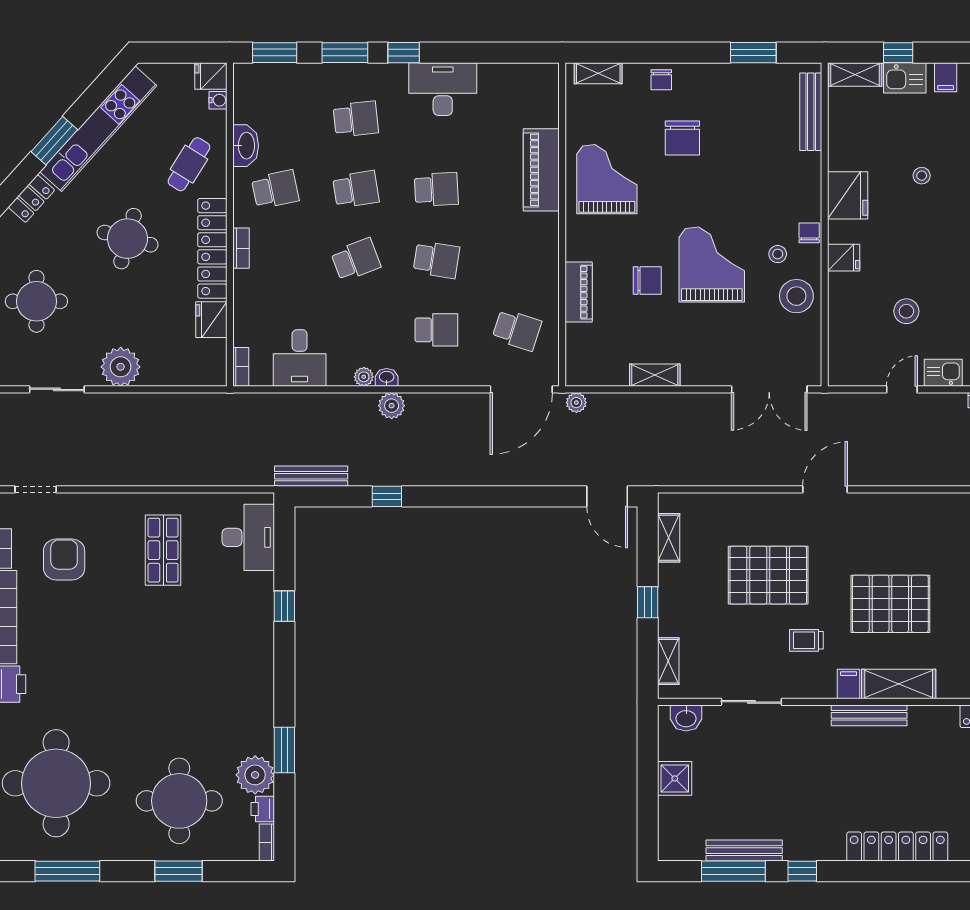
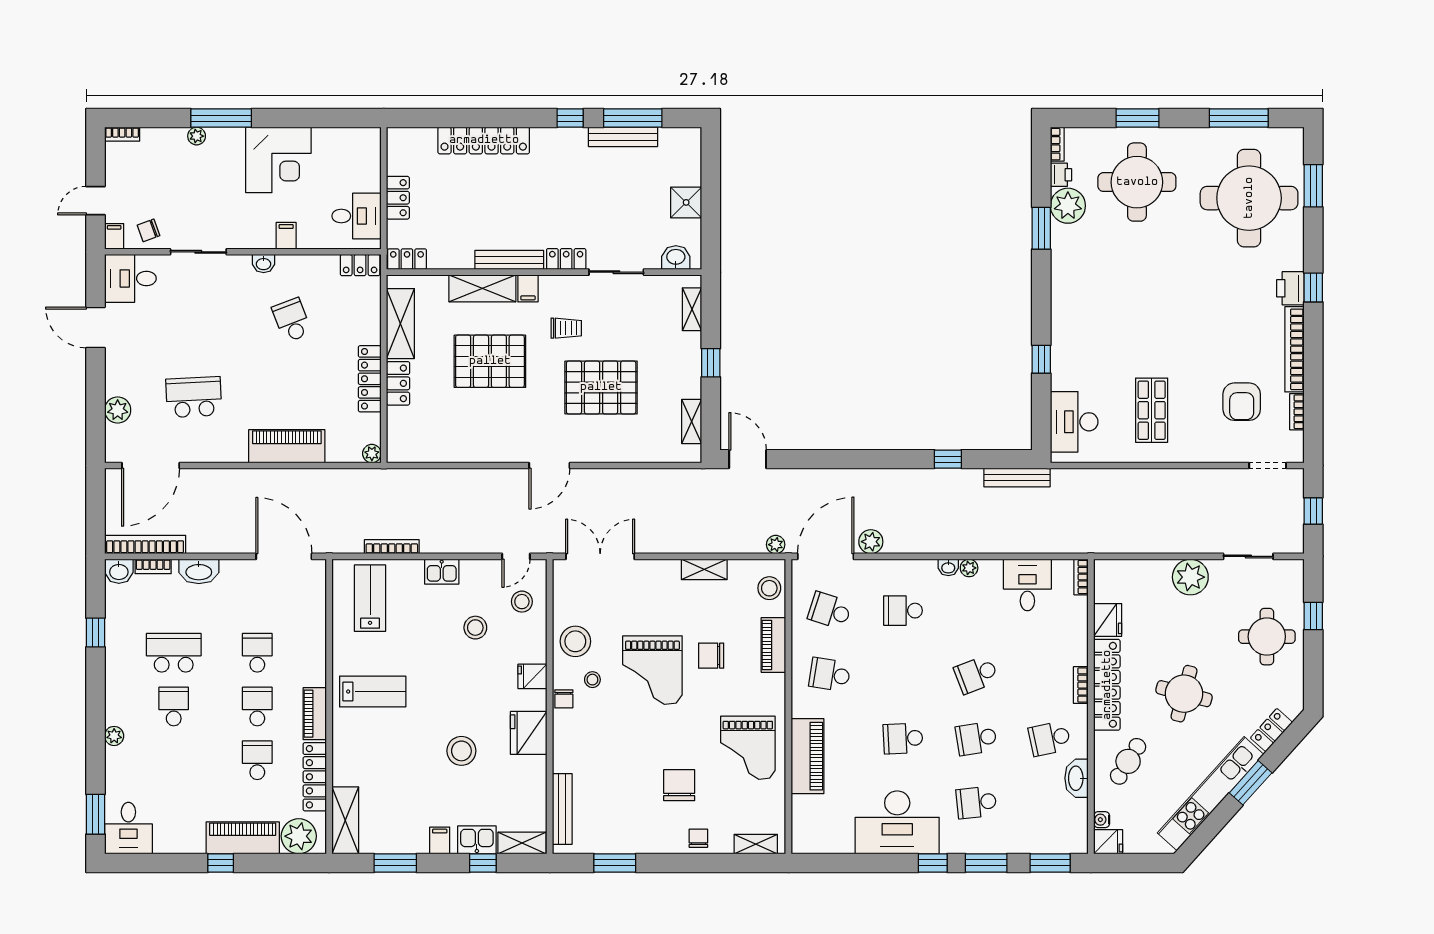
desk: (443, 89) -> (897, 822), width x1.36, depth x1.30
stool: (922, 176) -> (461, 751), width x1.89, depth x1.89
school desk: (436, 260) -> (830, 675), moved
stool: (855, 340) -> (522, 602), added
stool: (583, 355) -> (769, 588), added
door: (902, 389) -> (516, 556), moved
plant: (392, 406) -> (871, 542), moved
locker: (807, 716) -> (566, 259), added

